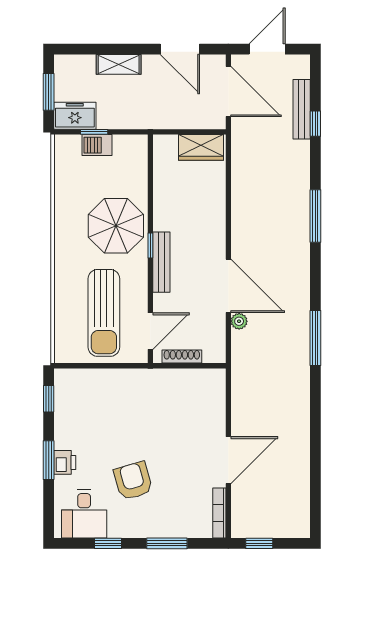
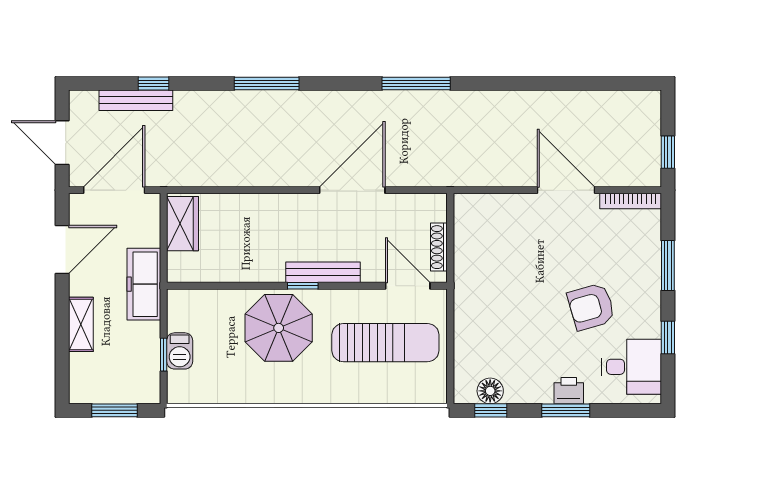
freezer: (75, 116) -> (144, 284), moved, width x1.40
plant: (239, 321) -> (396, 177), removed
floor lamp: (64, 398) -> (490, 391), added

